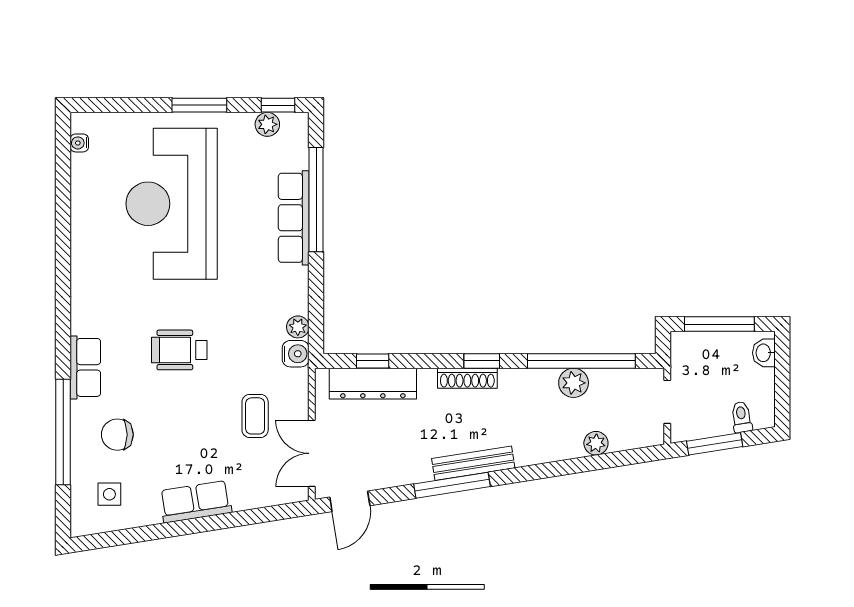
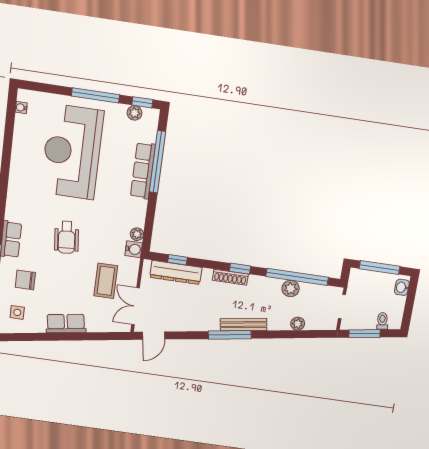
window: (199, 105) -> (96, 95), width x1.44
wheelchair: (179, 350) -> (67, 237), turned -95
coffee table: (255, 416) -> (106, 281), width x1.36, depth x1.30
bench: (473, 463) -> (244, 325), moved
window: (452, 485) -> (230, 335), moved

